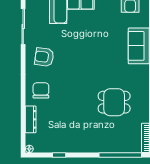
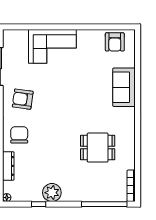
plant: (71, 144) -> (52, 193), added

